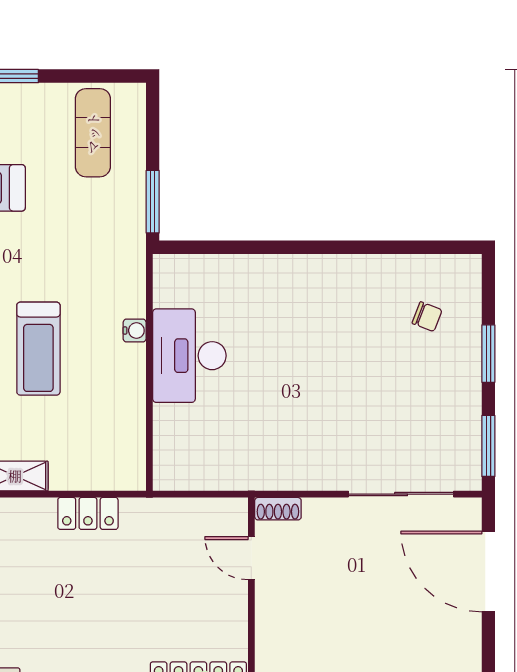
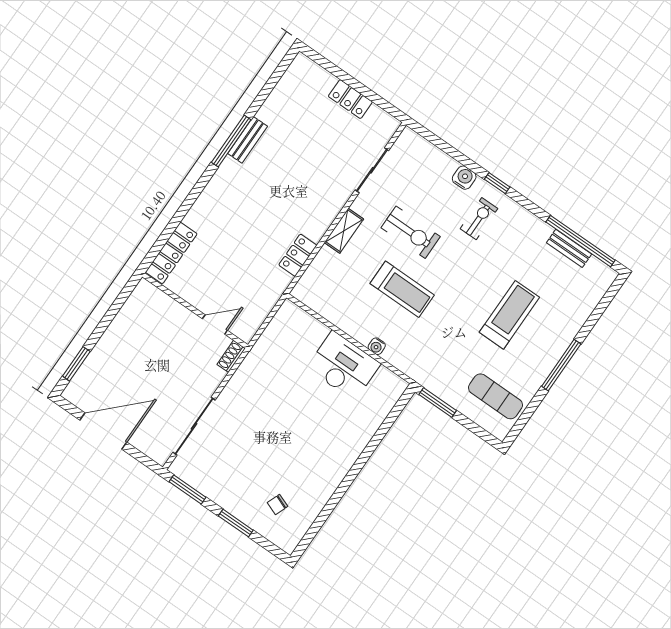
treadmill: (38, 349) -> (402, 289), turned 180
door: (488, 571) -> (103, 431), moved

